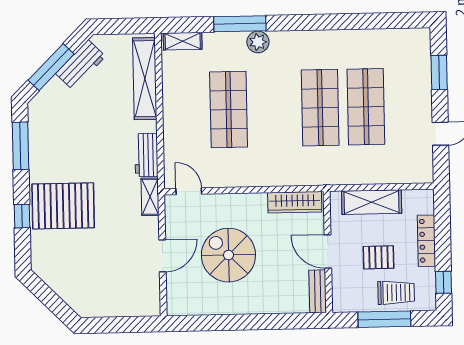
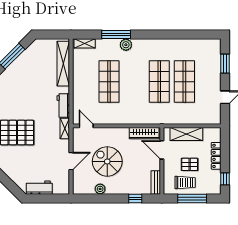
workbench: (81, 65) -> (39, 188), moved, turned -135
door: (328, 251) -> (162, 150), moved
trolley: (396, 293) -> (185, 183), moved
plant: (216, 305) -> (100, 189), added
window: (281, 321) -> (135, 198), added

